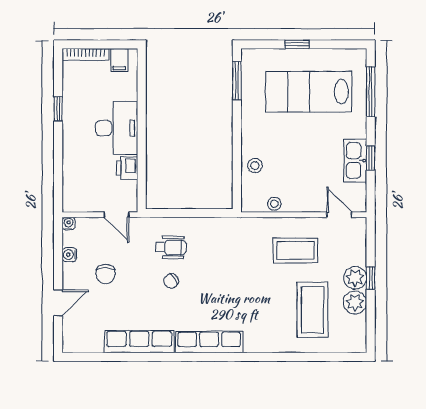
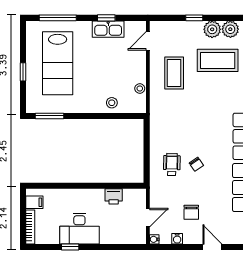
desk: (117, 128) -> (79, 229), moved, turned 180
door: (116, 215) -> (148, 218), moved
chair: (106, 274) -> (191, 212), turned 90
plant: (355, 278) -> (230, 29), moved

